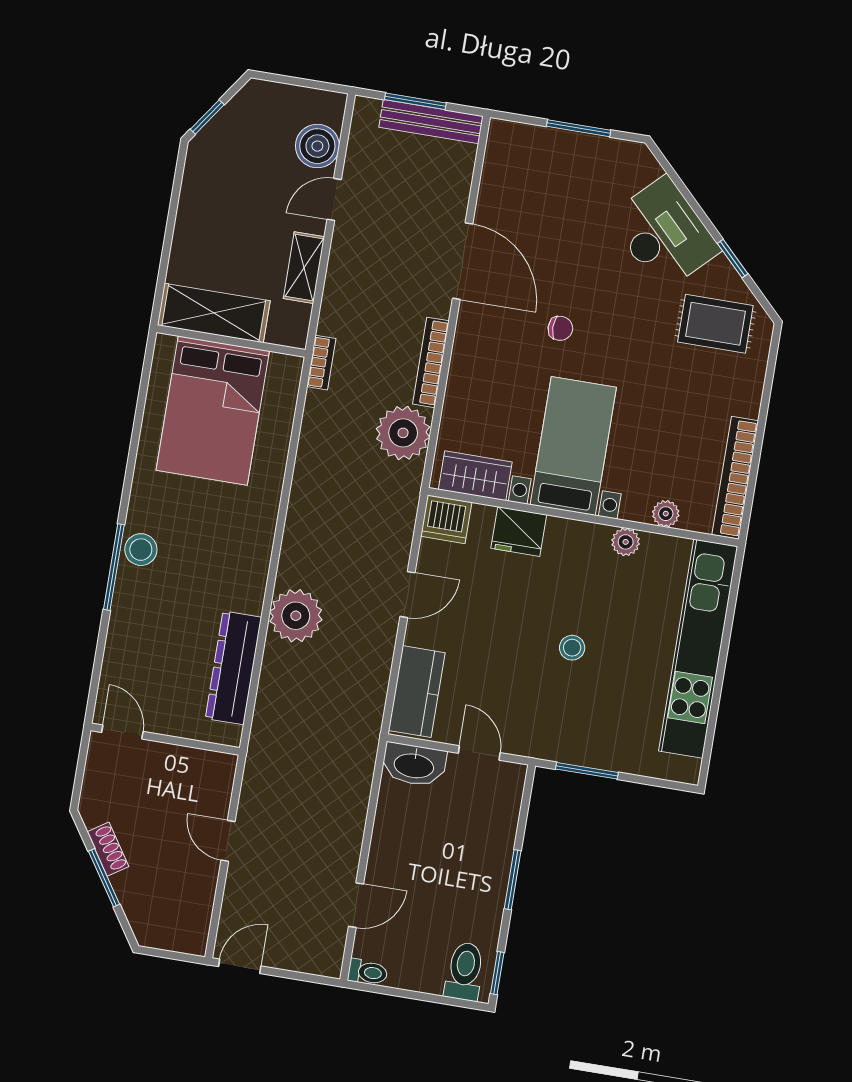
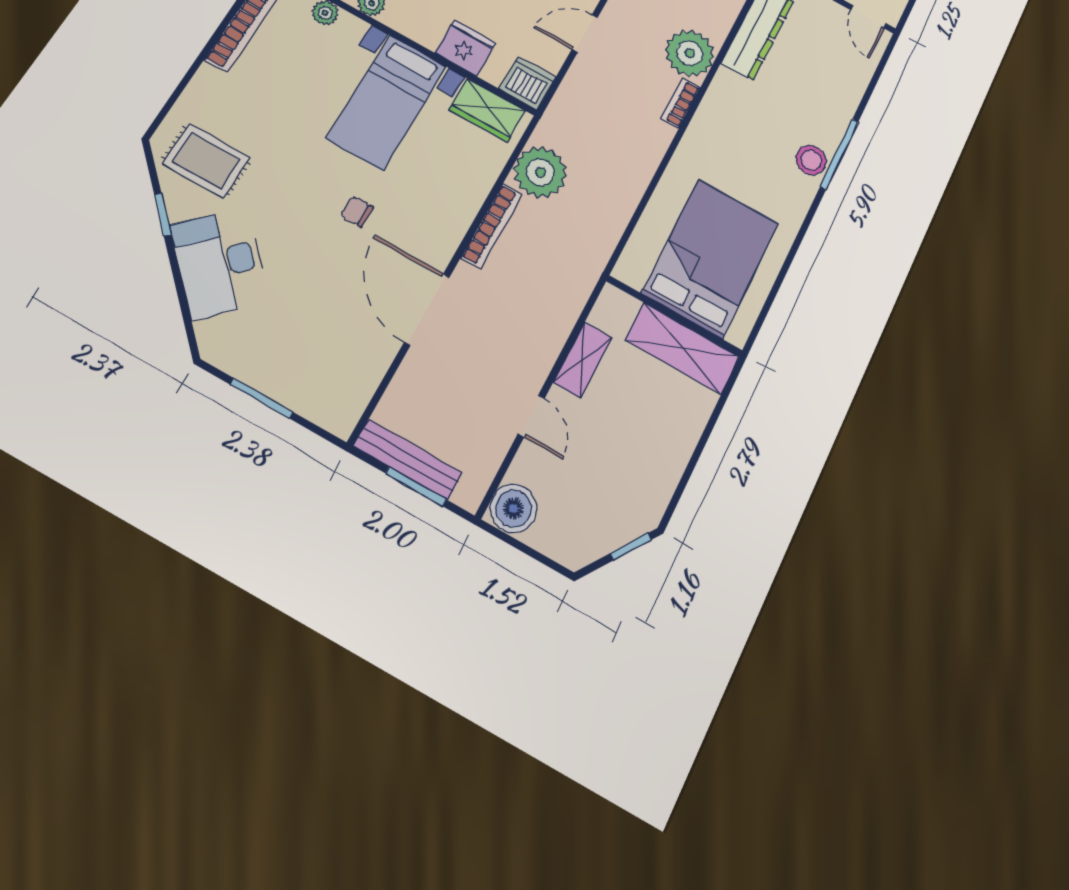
boiler: (317, 146) -> (513, 508), moved
door: (334, 199) -> (531, 416), hinge flipped
bookcase: (321, 363) -> (681, 103), moved

